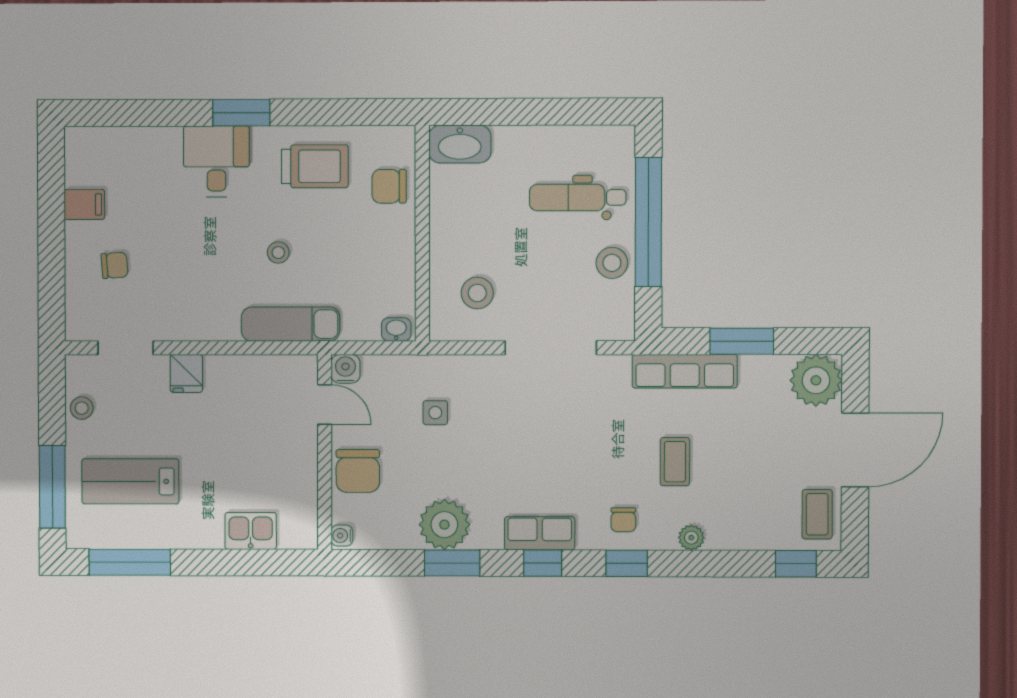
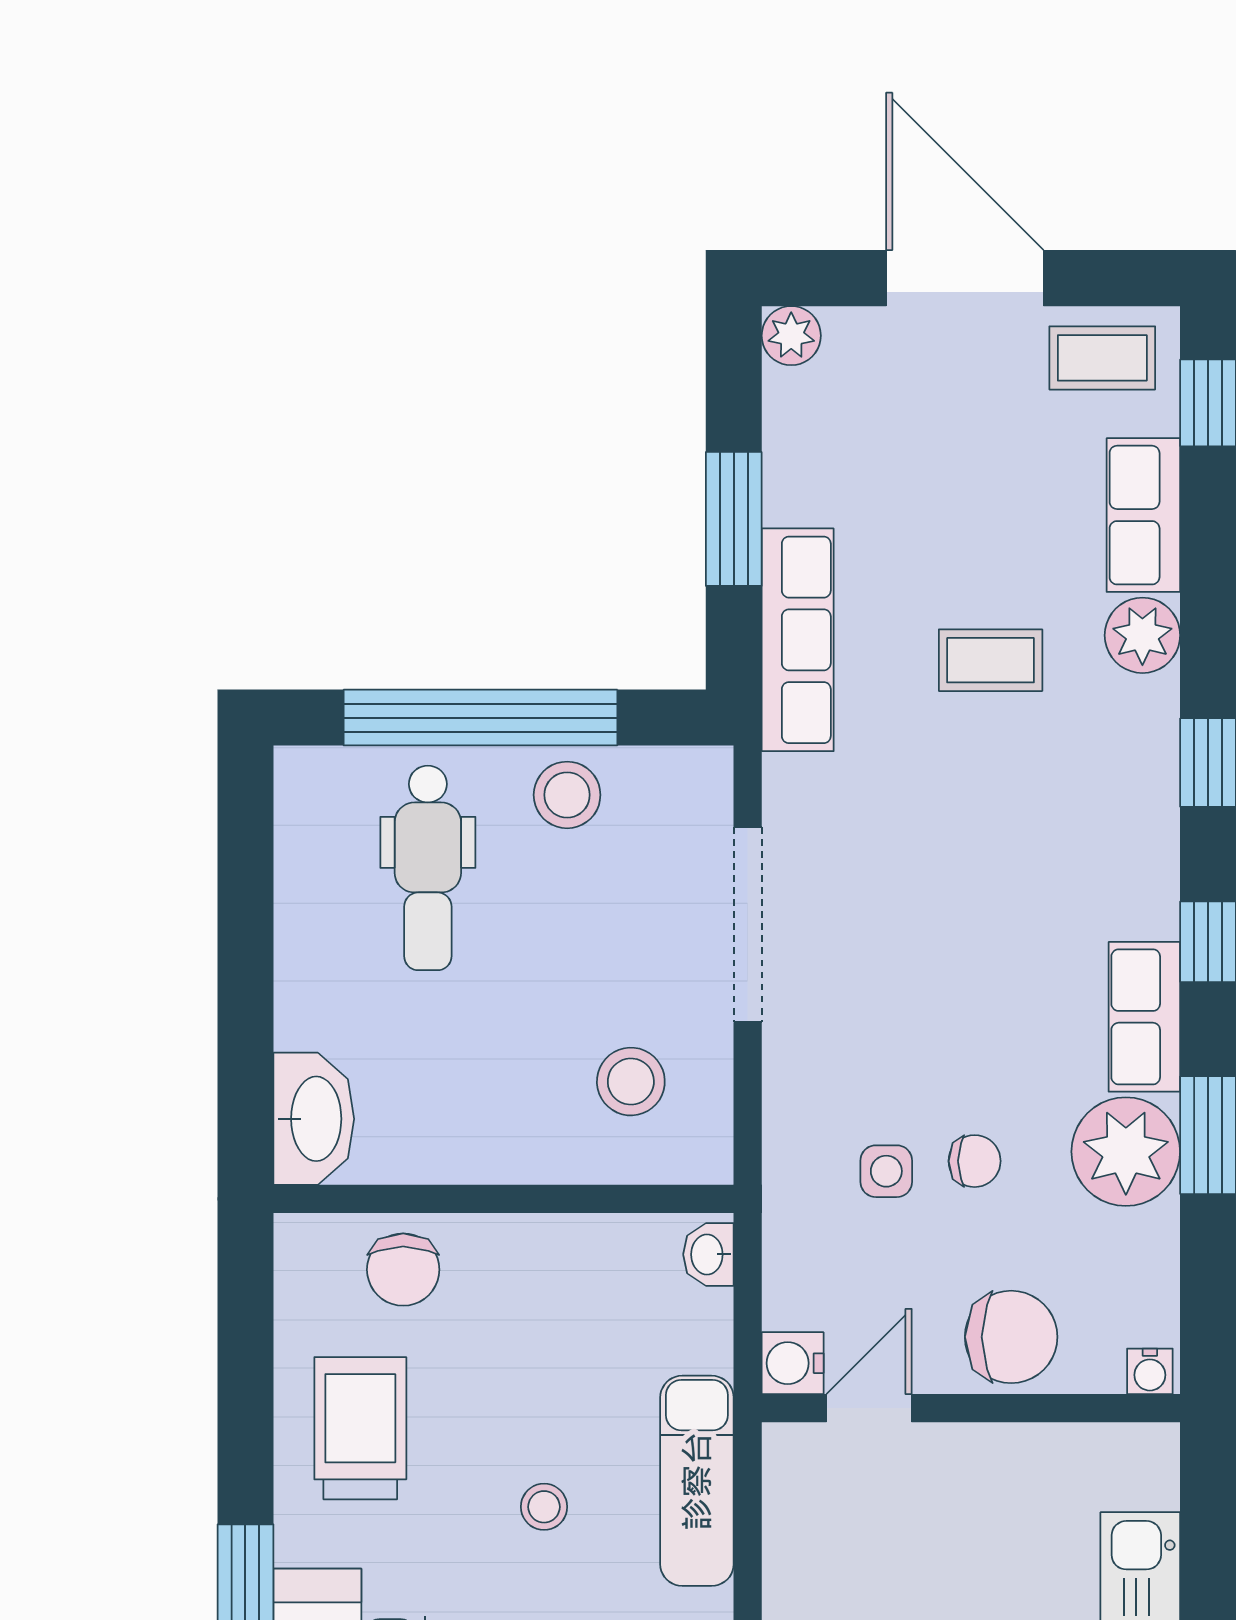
plant: (816, 380) -> (791, 336), width x0.53, depth x0.53
chair: (623, 520) -> (975, 1161), moved
row of seats: (540, 533) -> (1144, 1017), moved
row of seats: (743, 533) -> (1143, 515), added
plant: (691, 538) -> (1142, 635), width x1.38, depth x1.38

